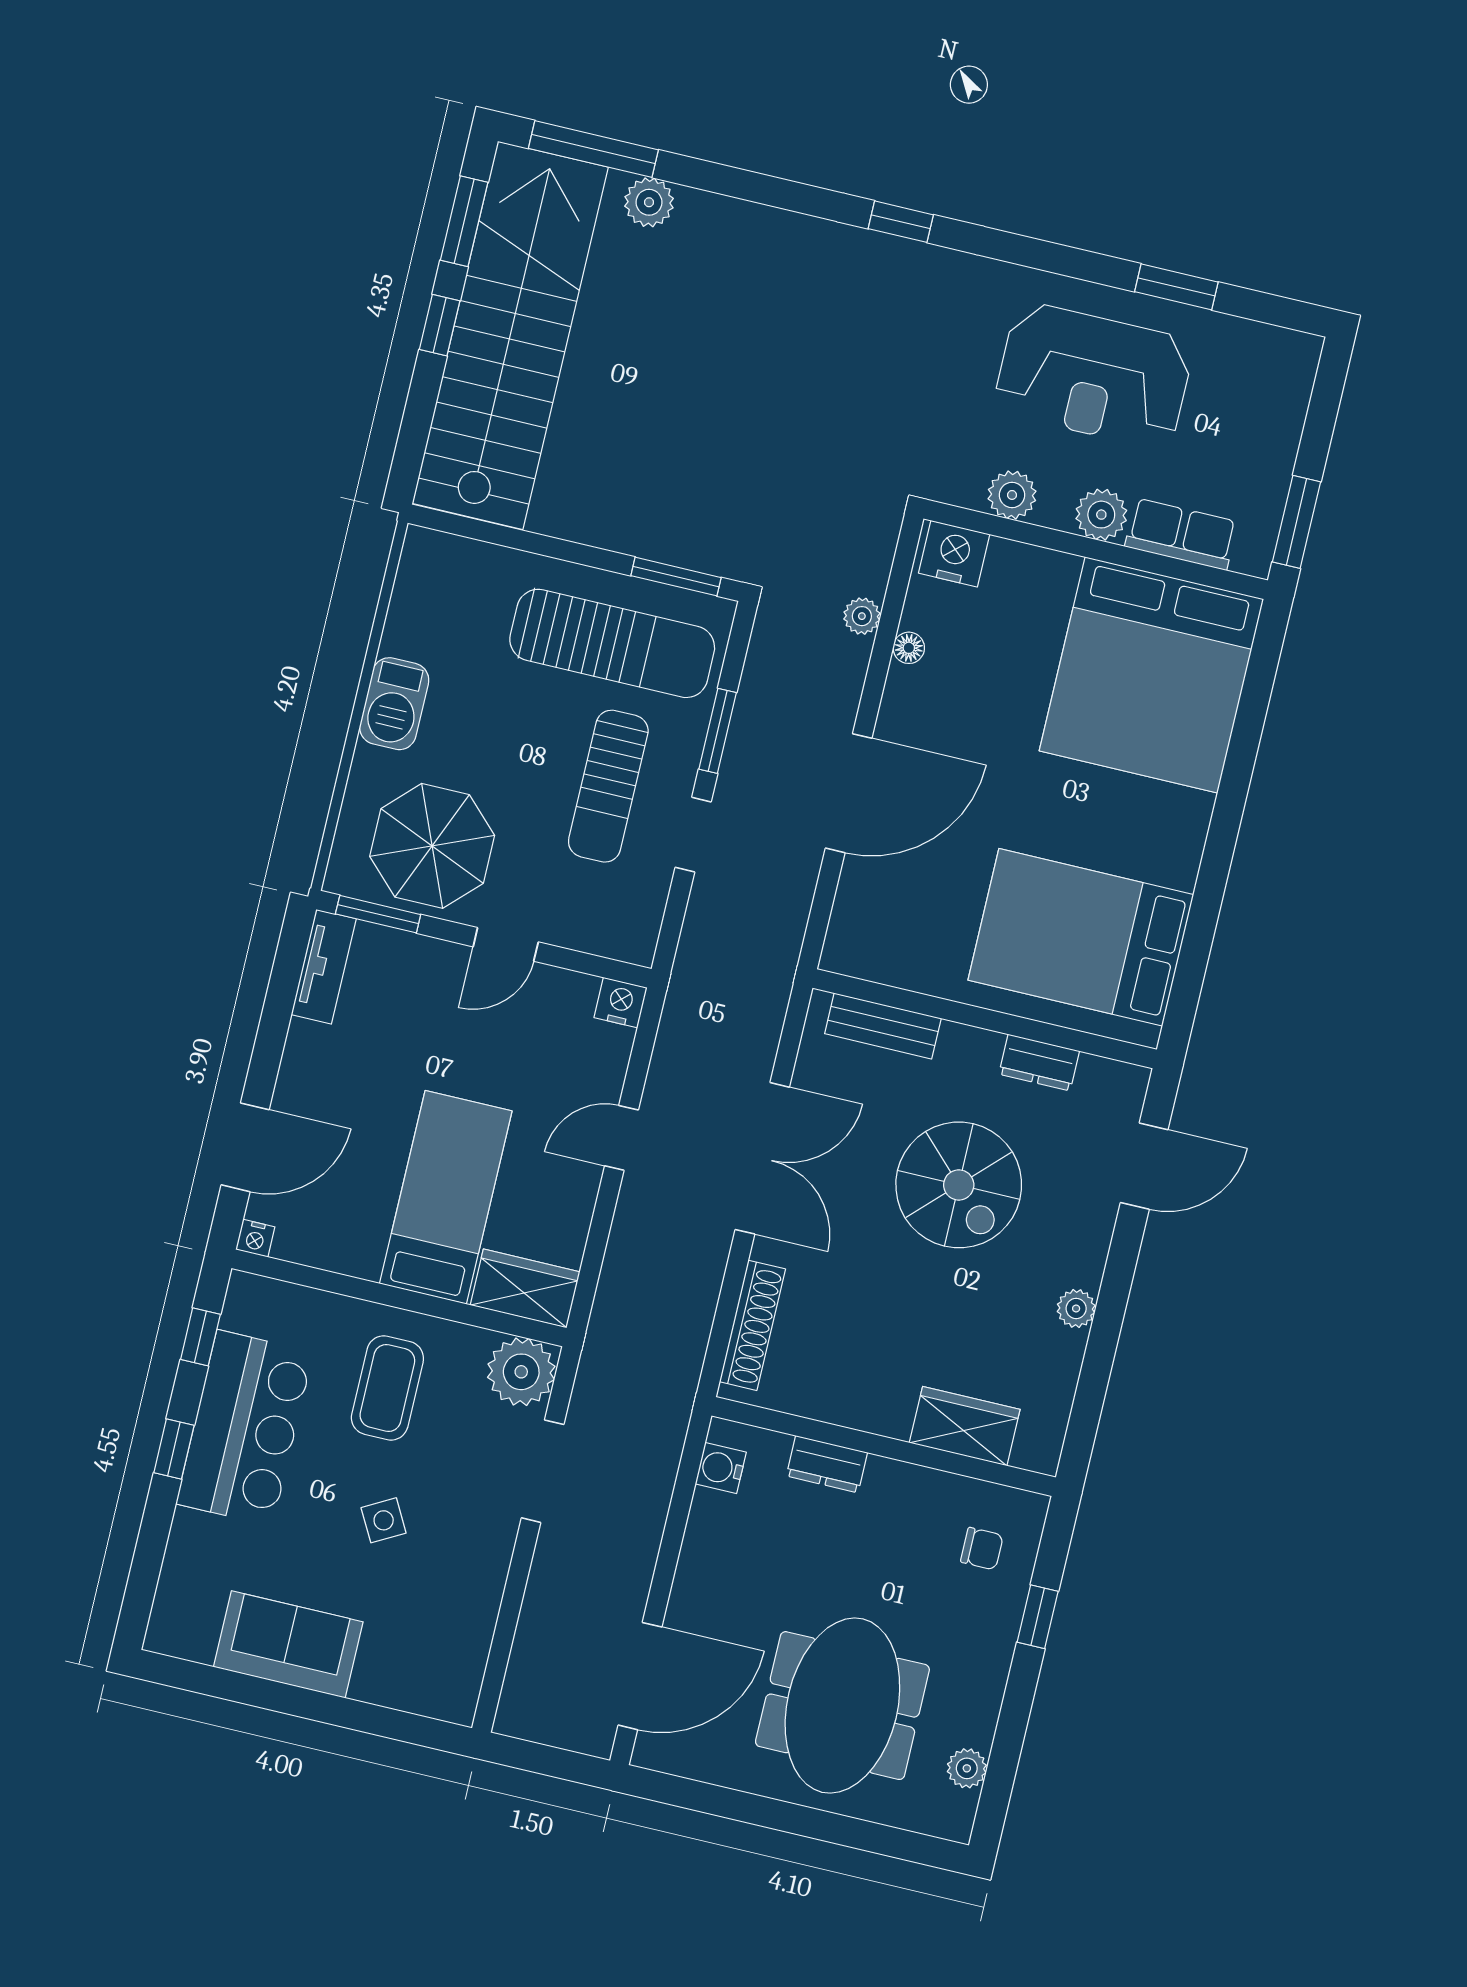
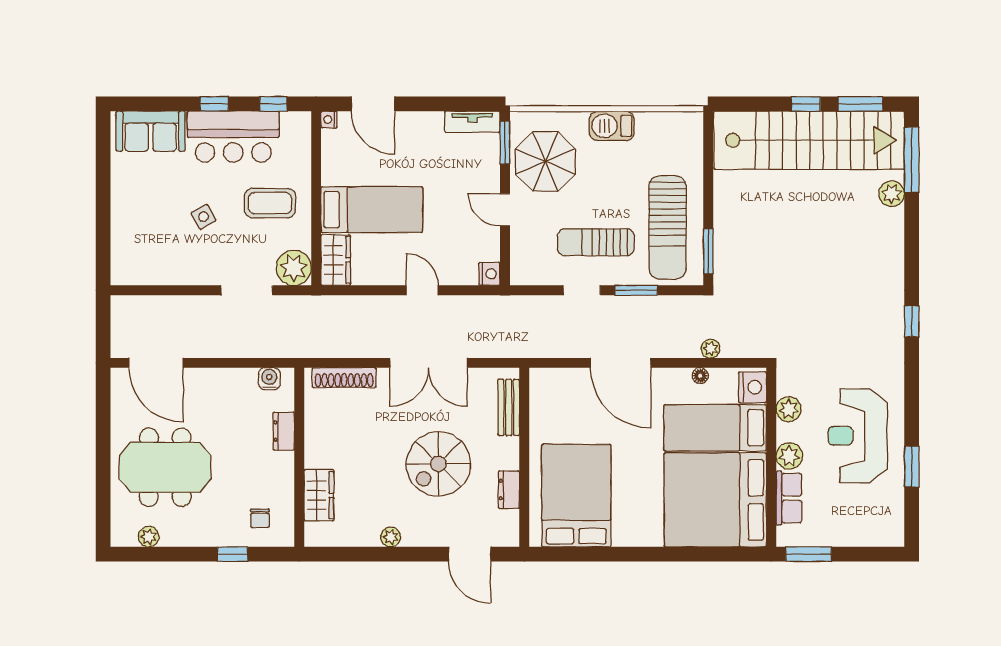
bed: (1014, 643) -> (715, 428), added
sofa: (288, 1644) -> (151, 131), moved, turned 90

